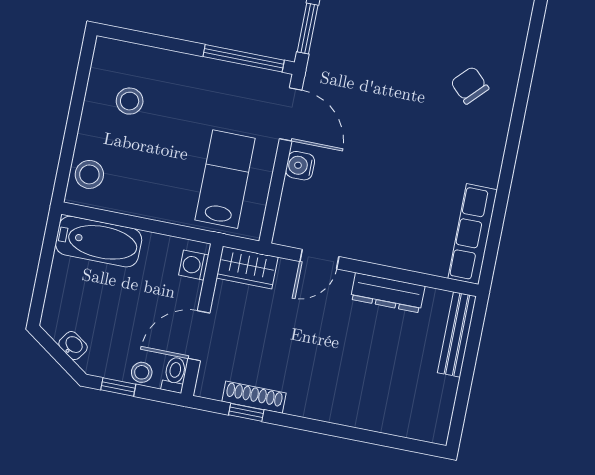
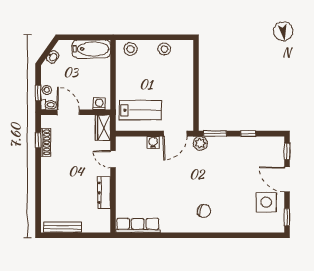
window: (244, 58) -> (196, 108), removed
plant: (322, 64) -> (200, 143), added
chair: (470, 85) -> (204, 211), turned 62
stool: (130, 101) -> (164, 49), moved
bathtub: (99, 242) -> (91, 49), moved, turned -90
bench: (457, 334) -> (63, 227), moved
window: (118, 387) -> (38, 93), moved

